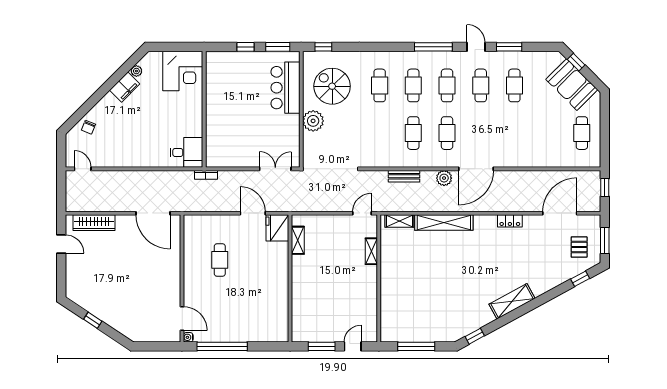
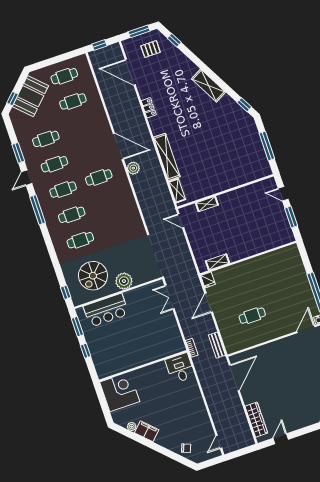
cafe table: (413, 133) -> (73, 101), moved
bench: (404, 176) -> (217, 345), moved
fridge: (277, 228) -> (208, 280), width x0.53, depth x0.75

